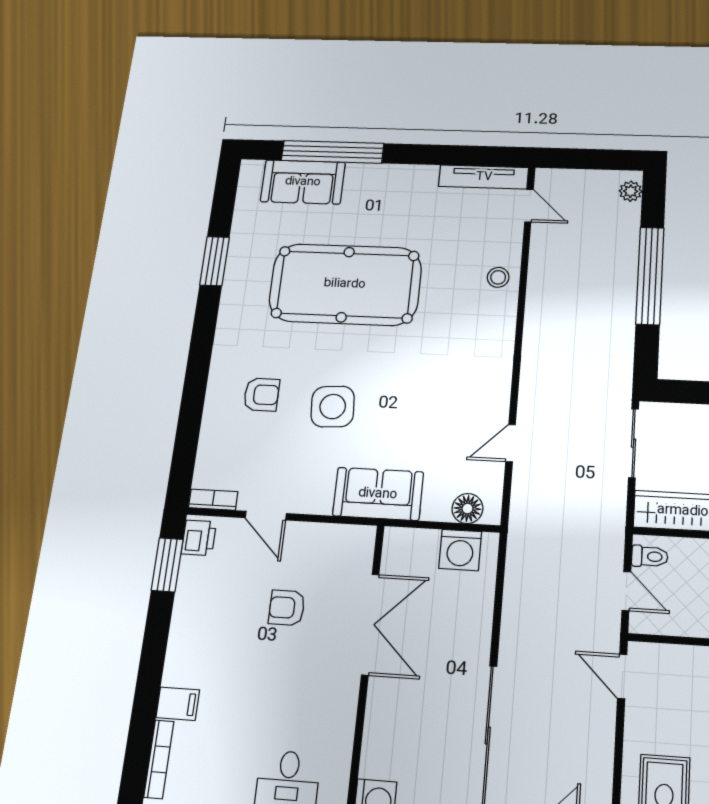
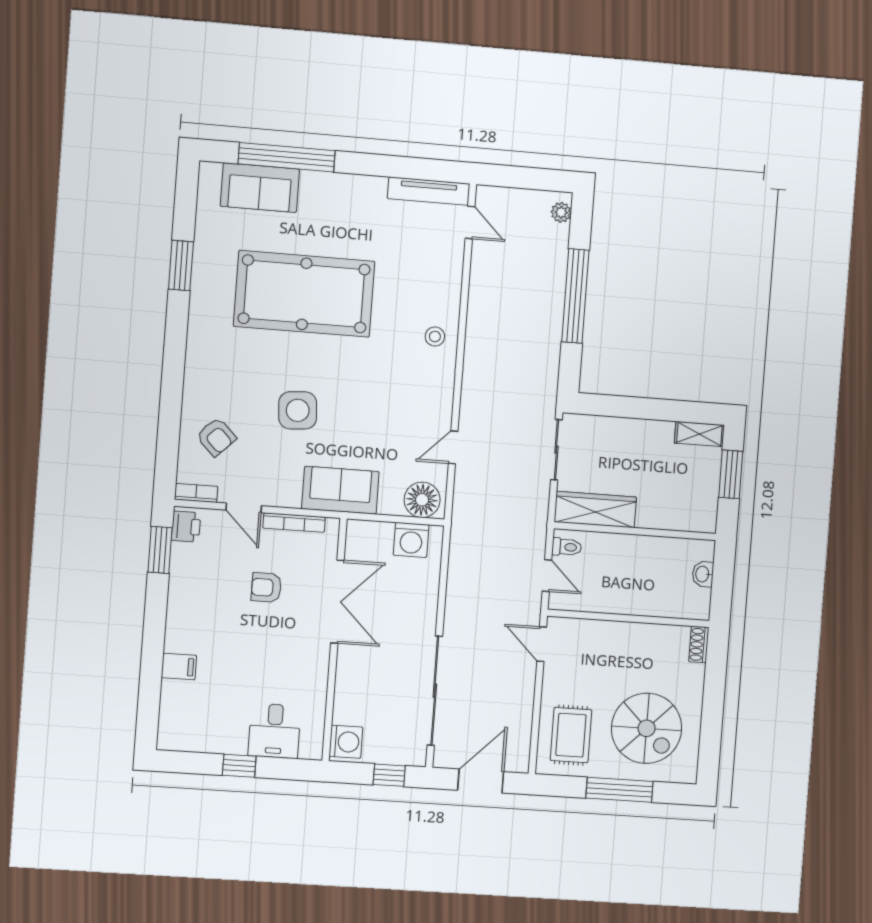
stool: (498, 277) -> (435, 337), moved
armchair: (261, 395) -> (216, 437), moved, turned 45
floor lamp: (467, 509) -> (422, 500), width x1.38, depth x1.38
bookcase: (159, 759) -> (294, 523), moved, turned 90

